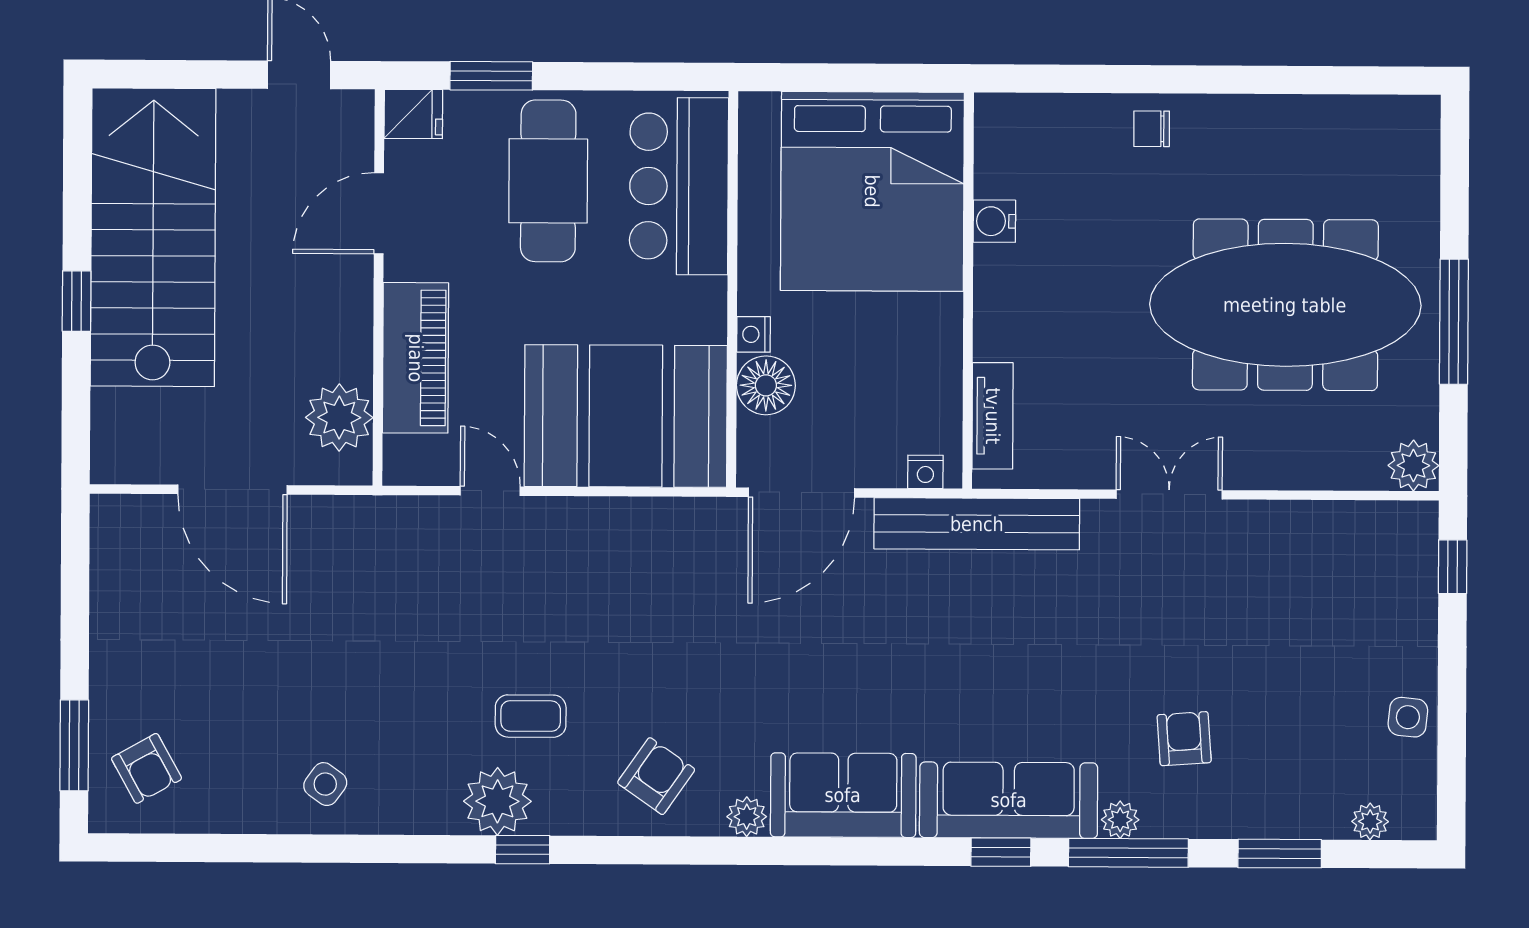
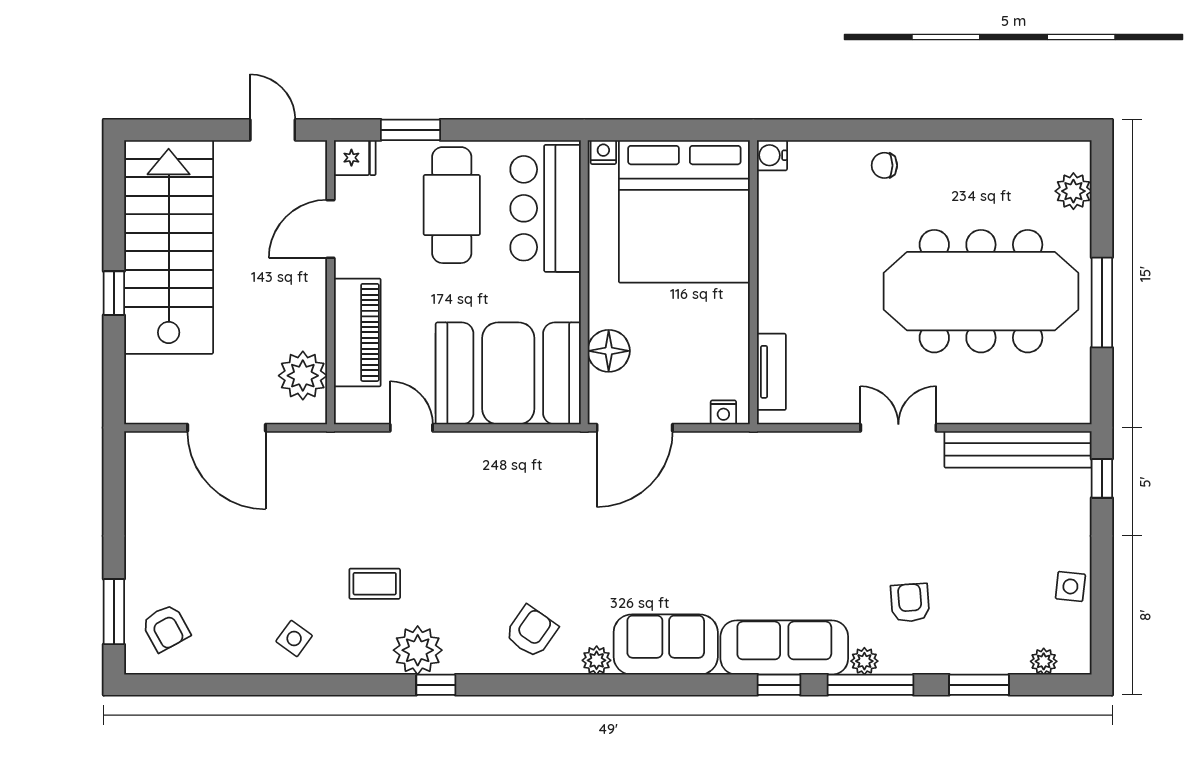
water cooler: (994, 221) -> (772, 155), moved
nightstand: (754, 334) -> (603, 152), moved, turned 90
plant: (1413, 466) -> (1073, 191), moved
bench: (977, 524) -> (1018, 449), moved
coffee table: (531, 716) -> (375, 584), moved

